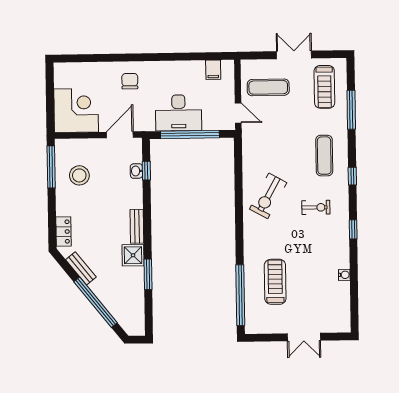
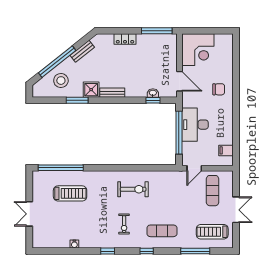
stool: (79, 175) -> (61, 81), moved
exercise bike: (268, 196) -> (133, 189), turned 151
locker: (63, 232) -> (125, 39), moved

